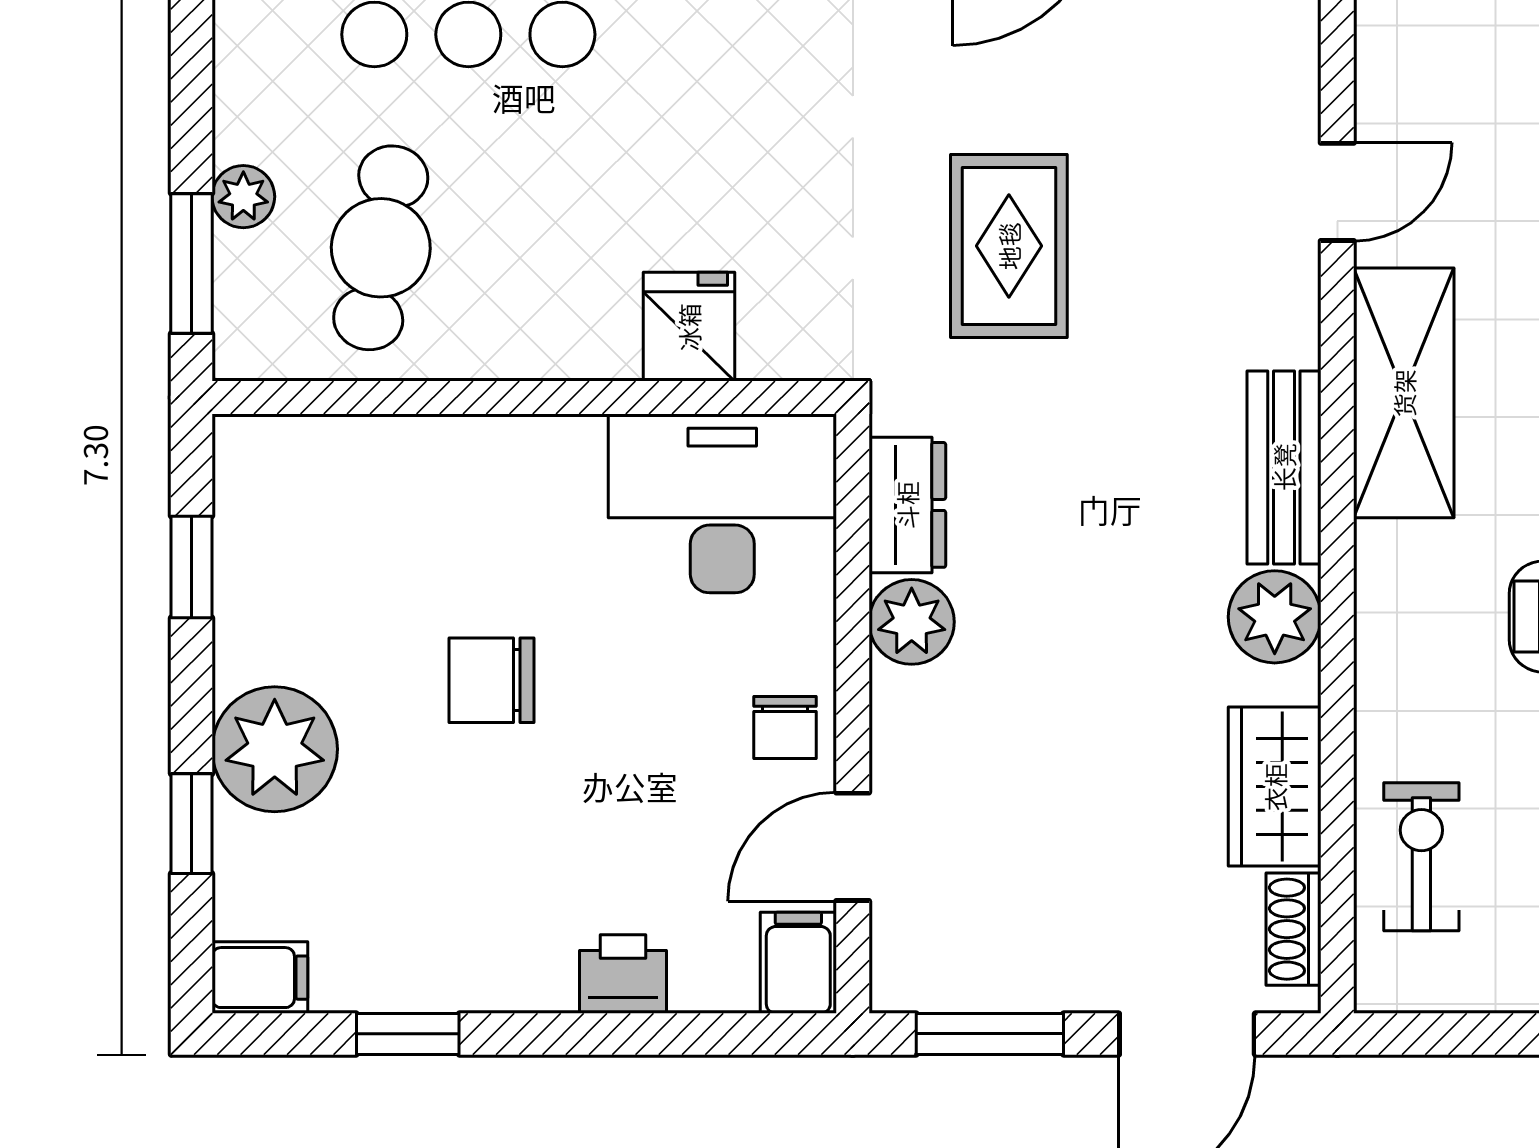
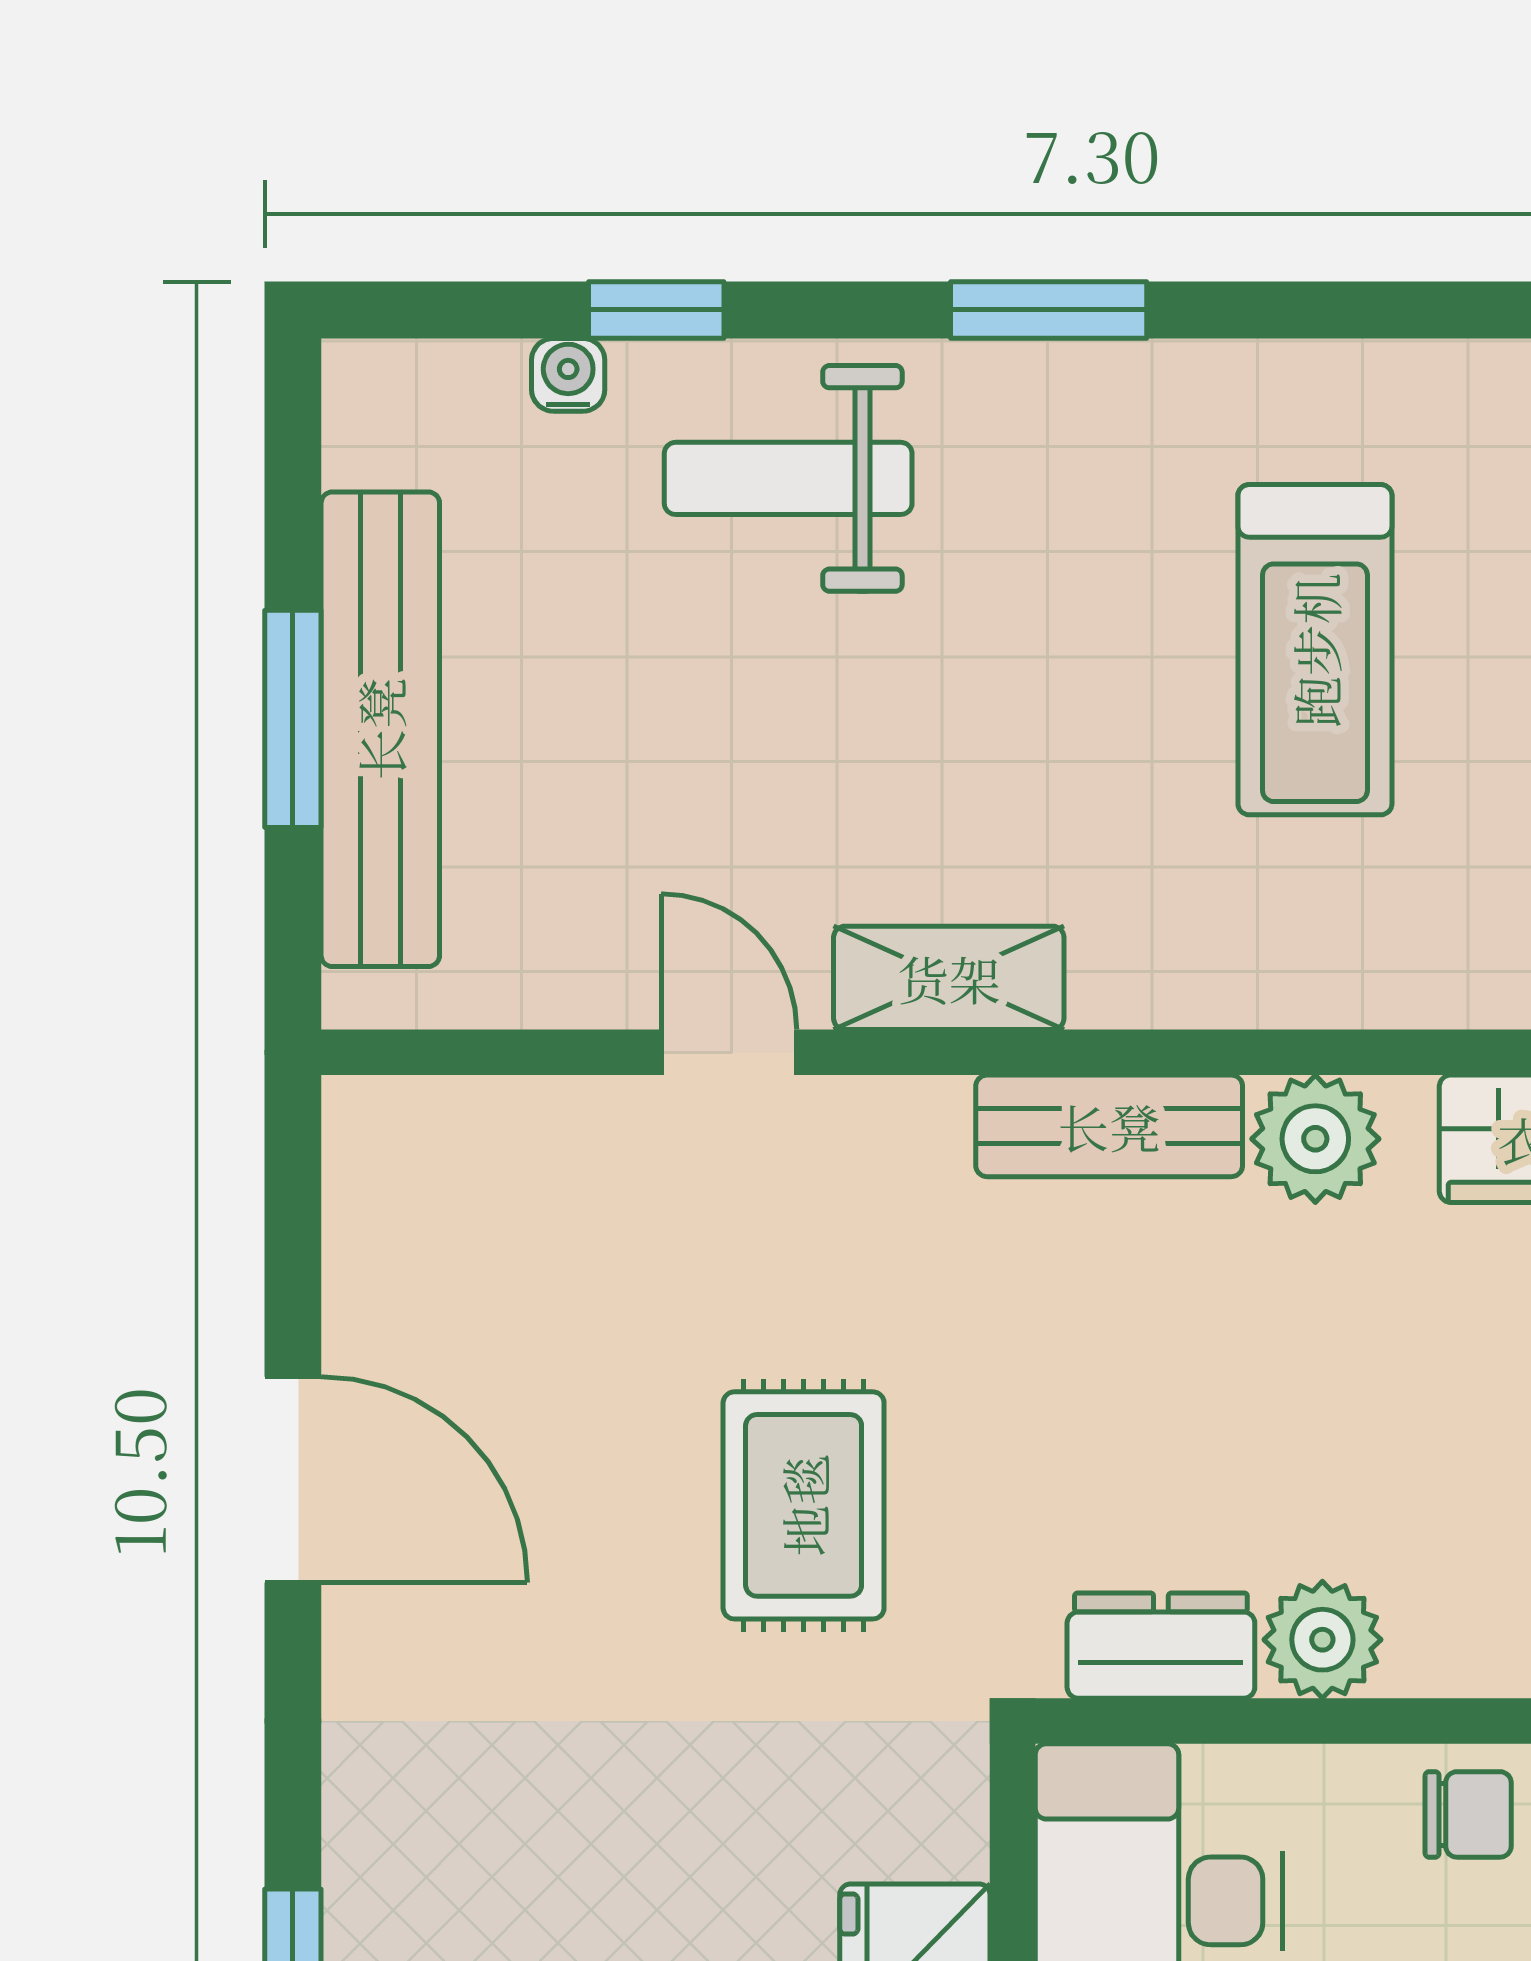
rug: (1009, 246) -> (804, 1505), turned 90
shelving: (1404, 393) -> (949, 978), width x0.67, depth x0.75

